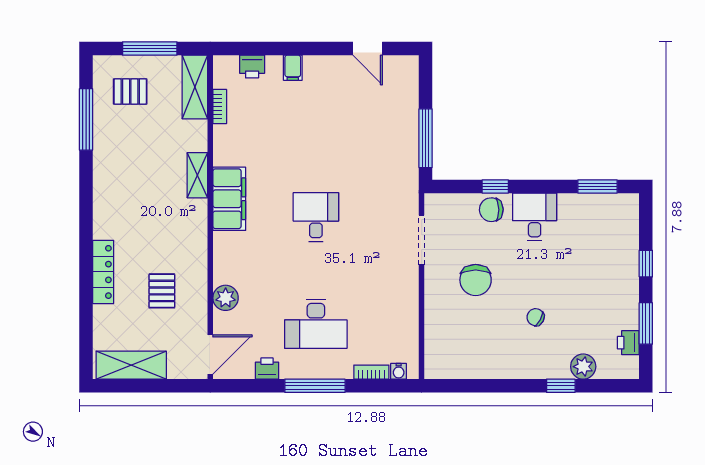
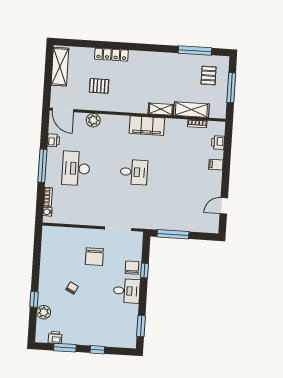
shelving: (195, 87) -> (191, 110), moved
chair: (476, 280) -> (94, 257), turned -90

